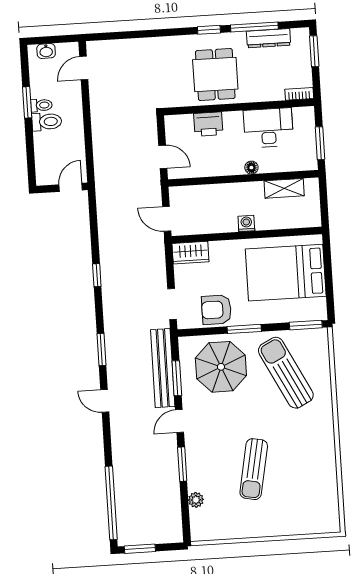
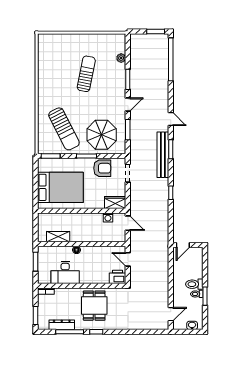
printer: (208, 124) -> (117, 277), moved
washing machine: (246, 224) -> (108, 217), moved
bench: (163, 368) -> (163, 155), moved

